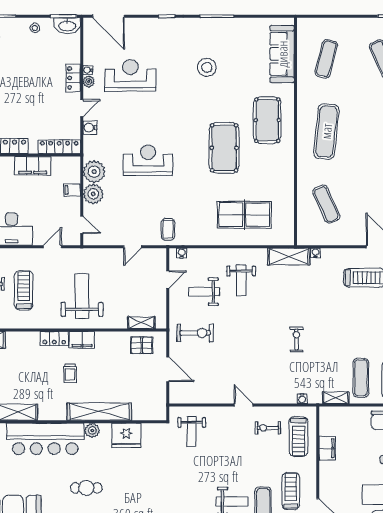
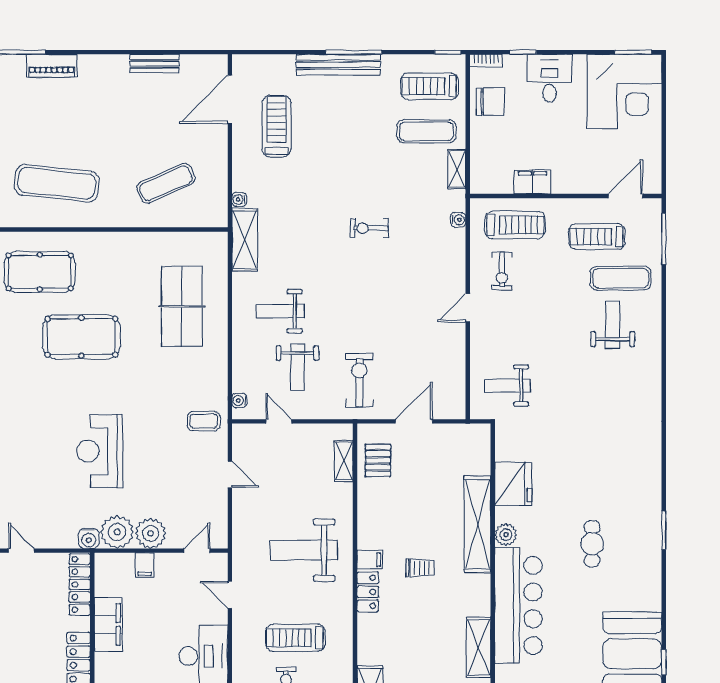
water cooler: (90, 128) -> (89, 538), moved
weight bench: (241, 280) -> (280, 311), turned 180
filing cabinet: (82, 340) -> (370, 560), width x0.50
weight bench: (192, 432) -> (508, 386), turned 180

